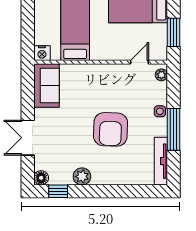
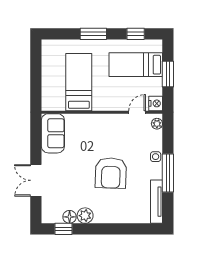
window: (174, 32) -> (168, 74), moved
nightstand: (42, 53) -> (156, 103), moved, turned -90
floor lamp: (41, 178) -> (70, 217), moved

